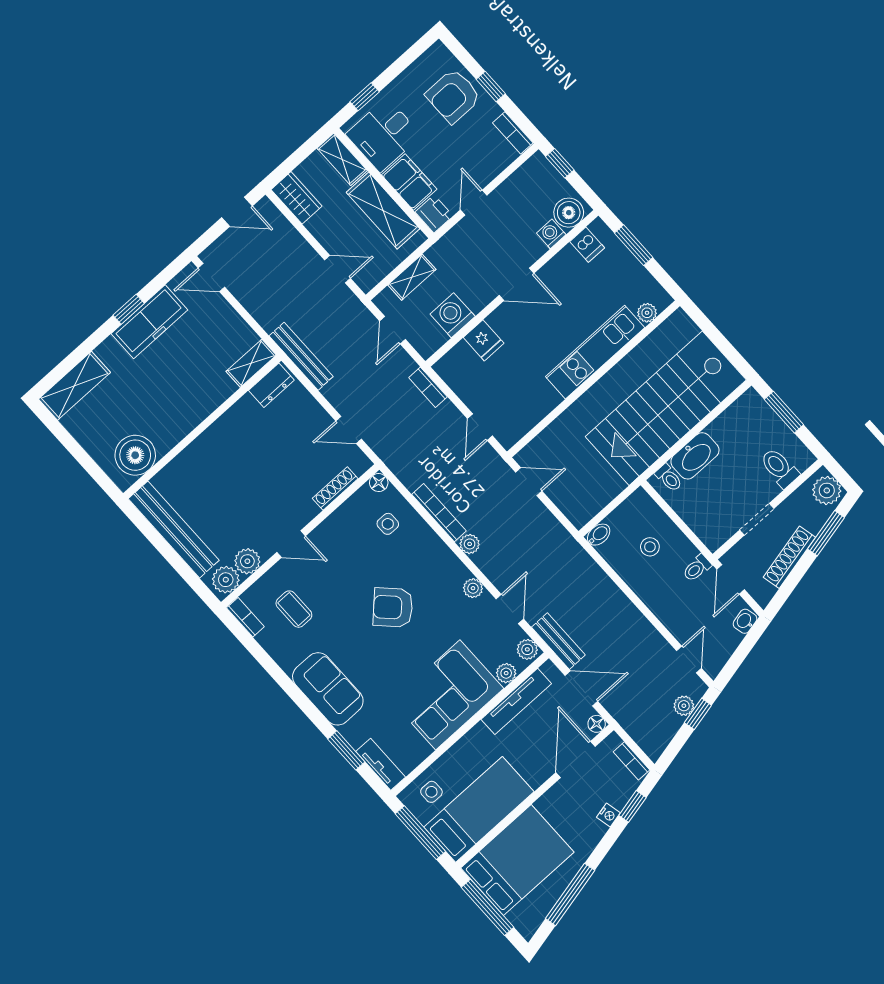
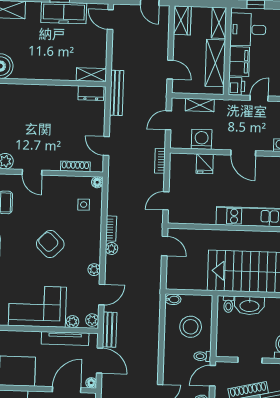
bookcase: (439, 513) -> (111, 228), width x0.64
stool: (650, 547) -> (191, 327), width x1.89, depth x1.89

